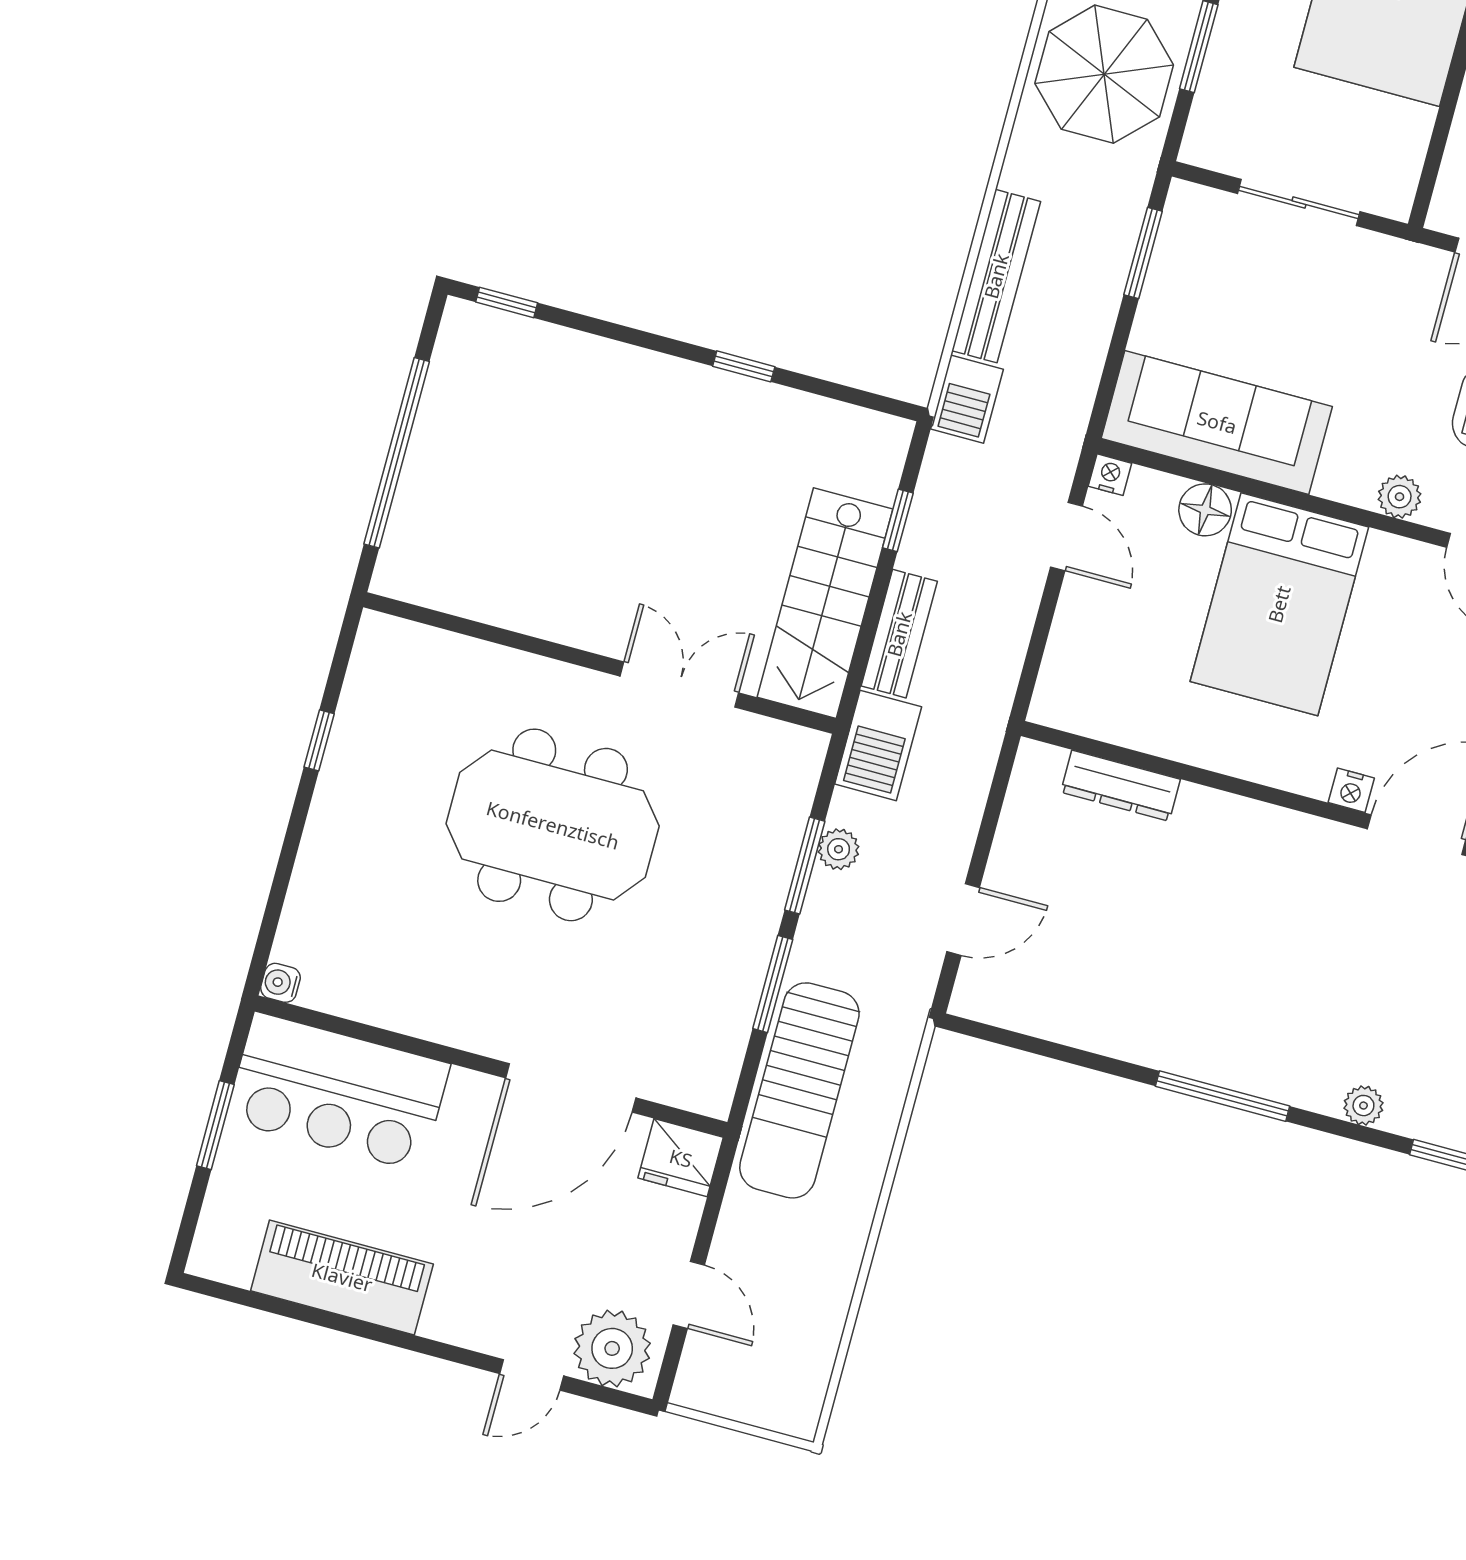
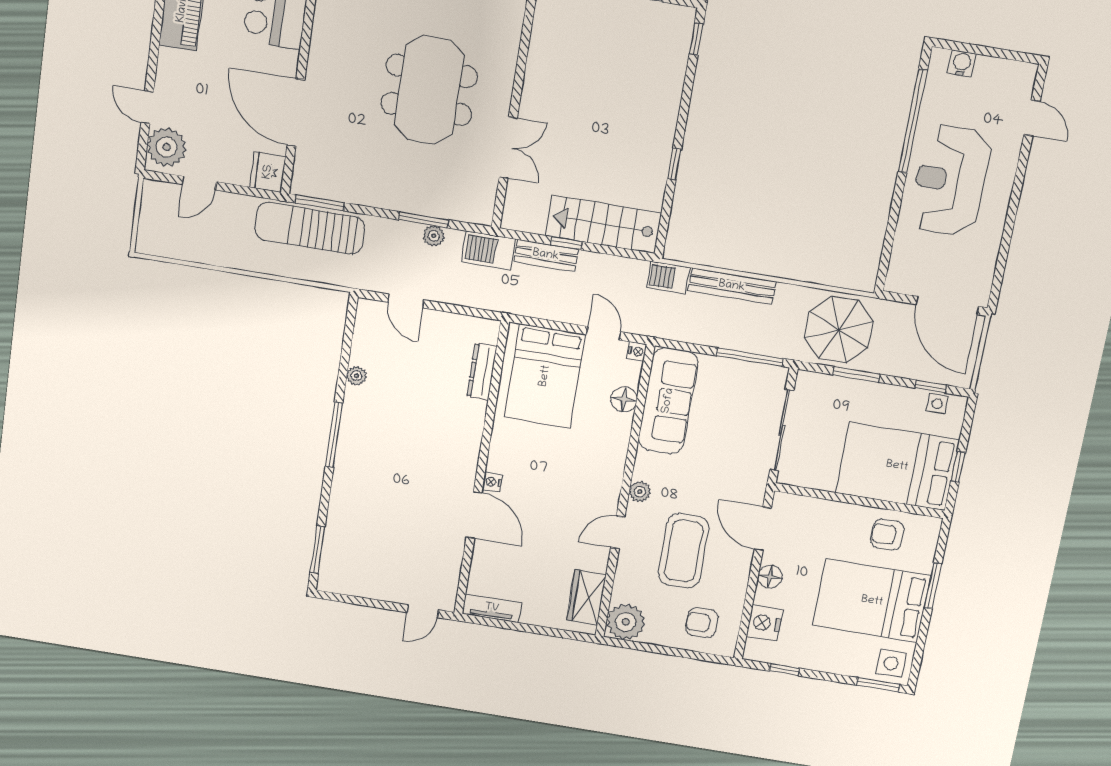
sliding door: (1299, 203) -> (782, 430), width x1.37
window: (1143, 253) -> (750, 357), width x1.44
window: (898, 520) -> (567, 243), moved
door: (1067, 536) -> (604, 333), swing flipped
stairs: (825, 603) -> (603, 224), moved
bed: (1279, 604) -> (545, 376), moved, turned -90
window: (773, 984) -> (320, 203), moved
plant: (1363, 1106) -> (356, 376), moved

